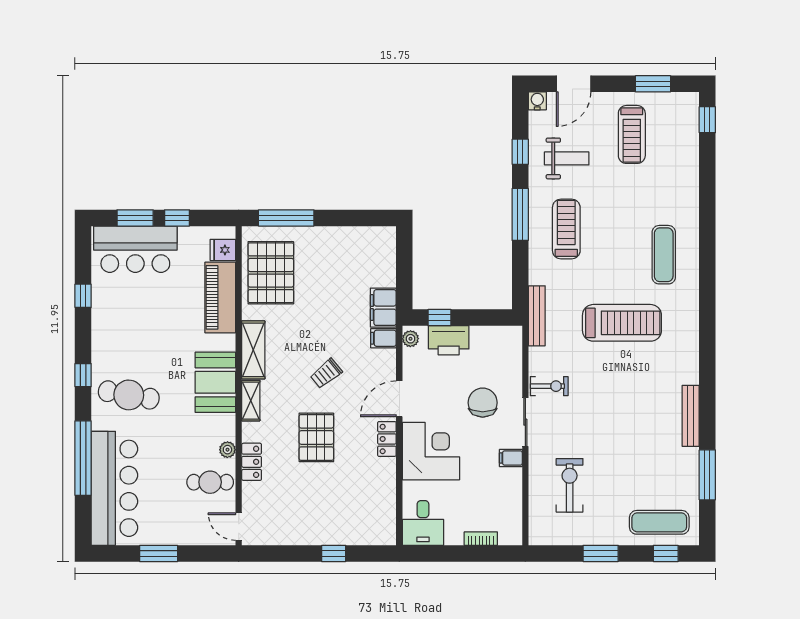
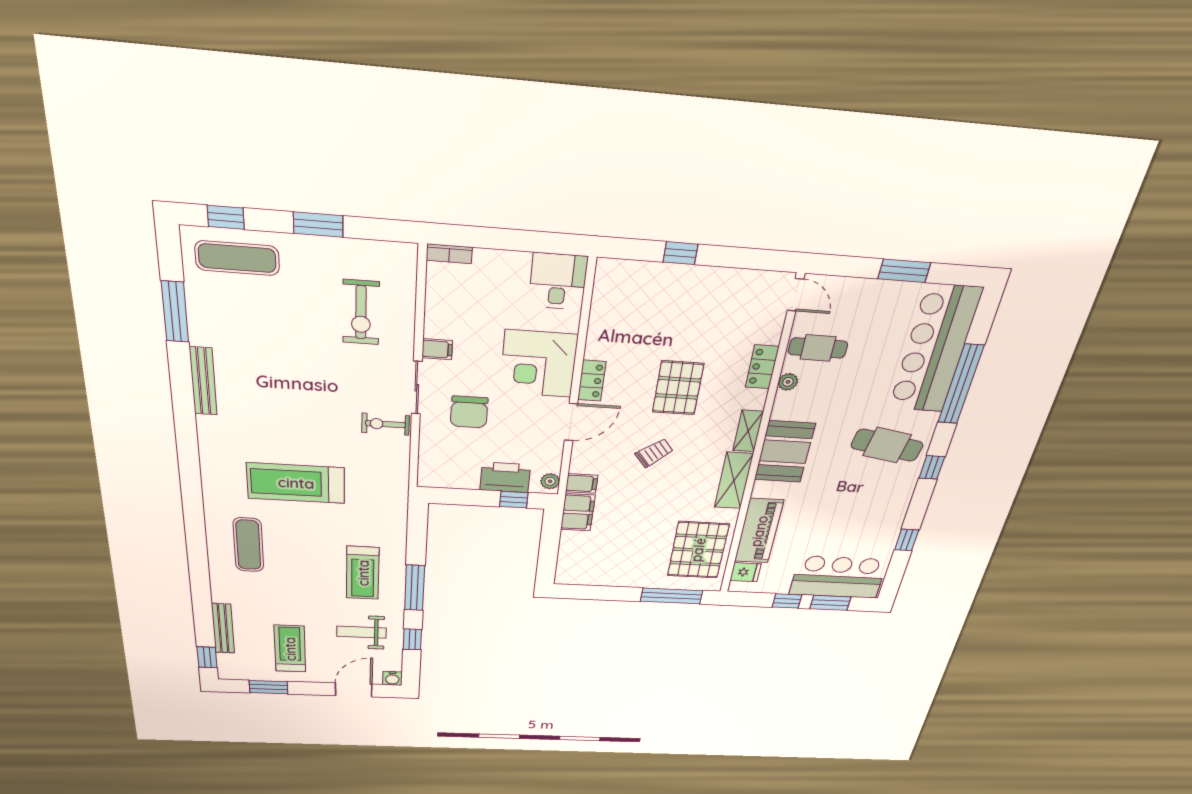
bench: (537, 316) -> (223, 628), moved
bookcase: (481, 539) -> (449, 254), moved

